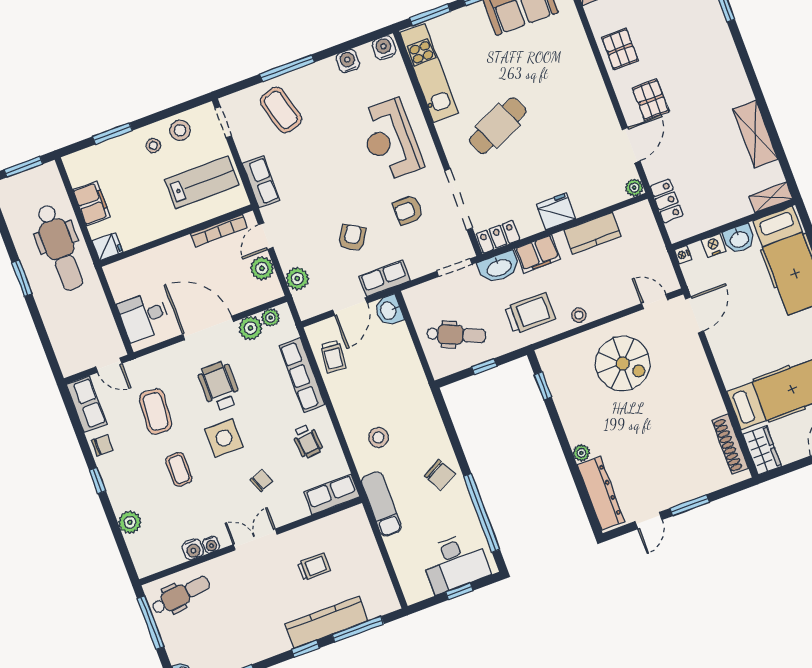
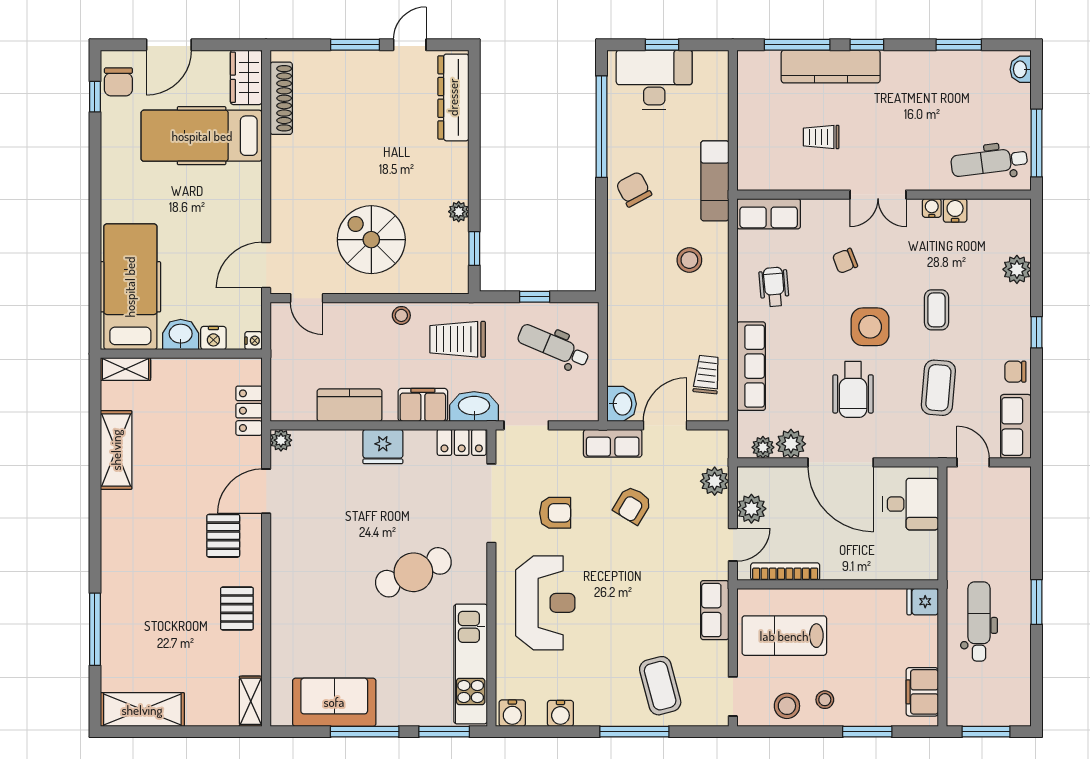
filing cabinet: (92, 203) -> (922, 692), moved
dental chair: (60, 247) -> (979, 621), width x0.73, depth x0.72
plant: (581, 453) -> (459, 212), moved

